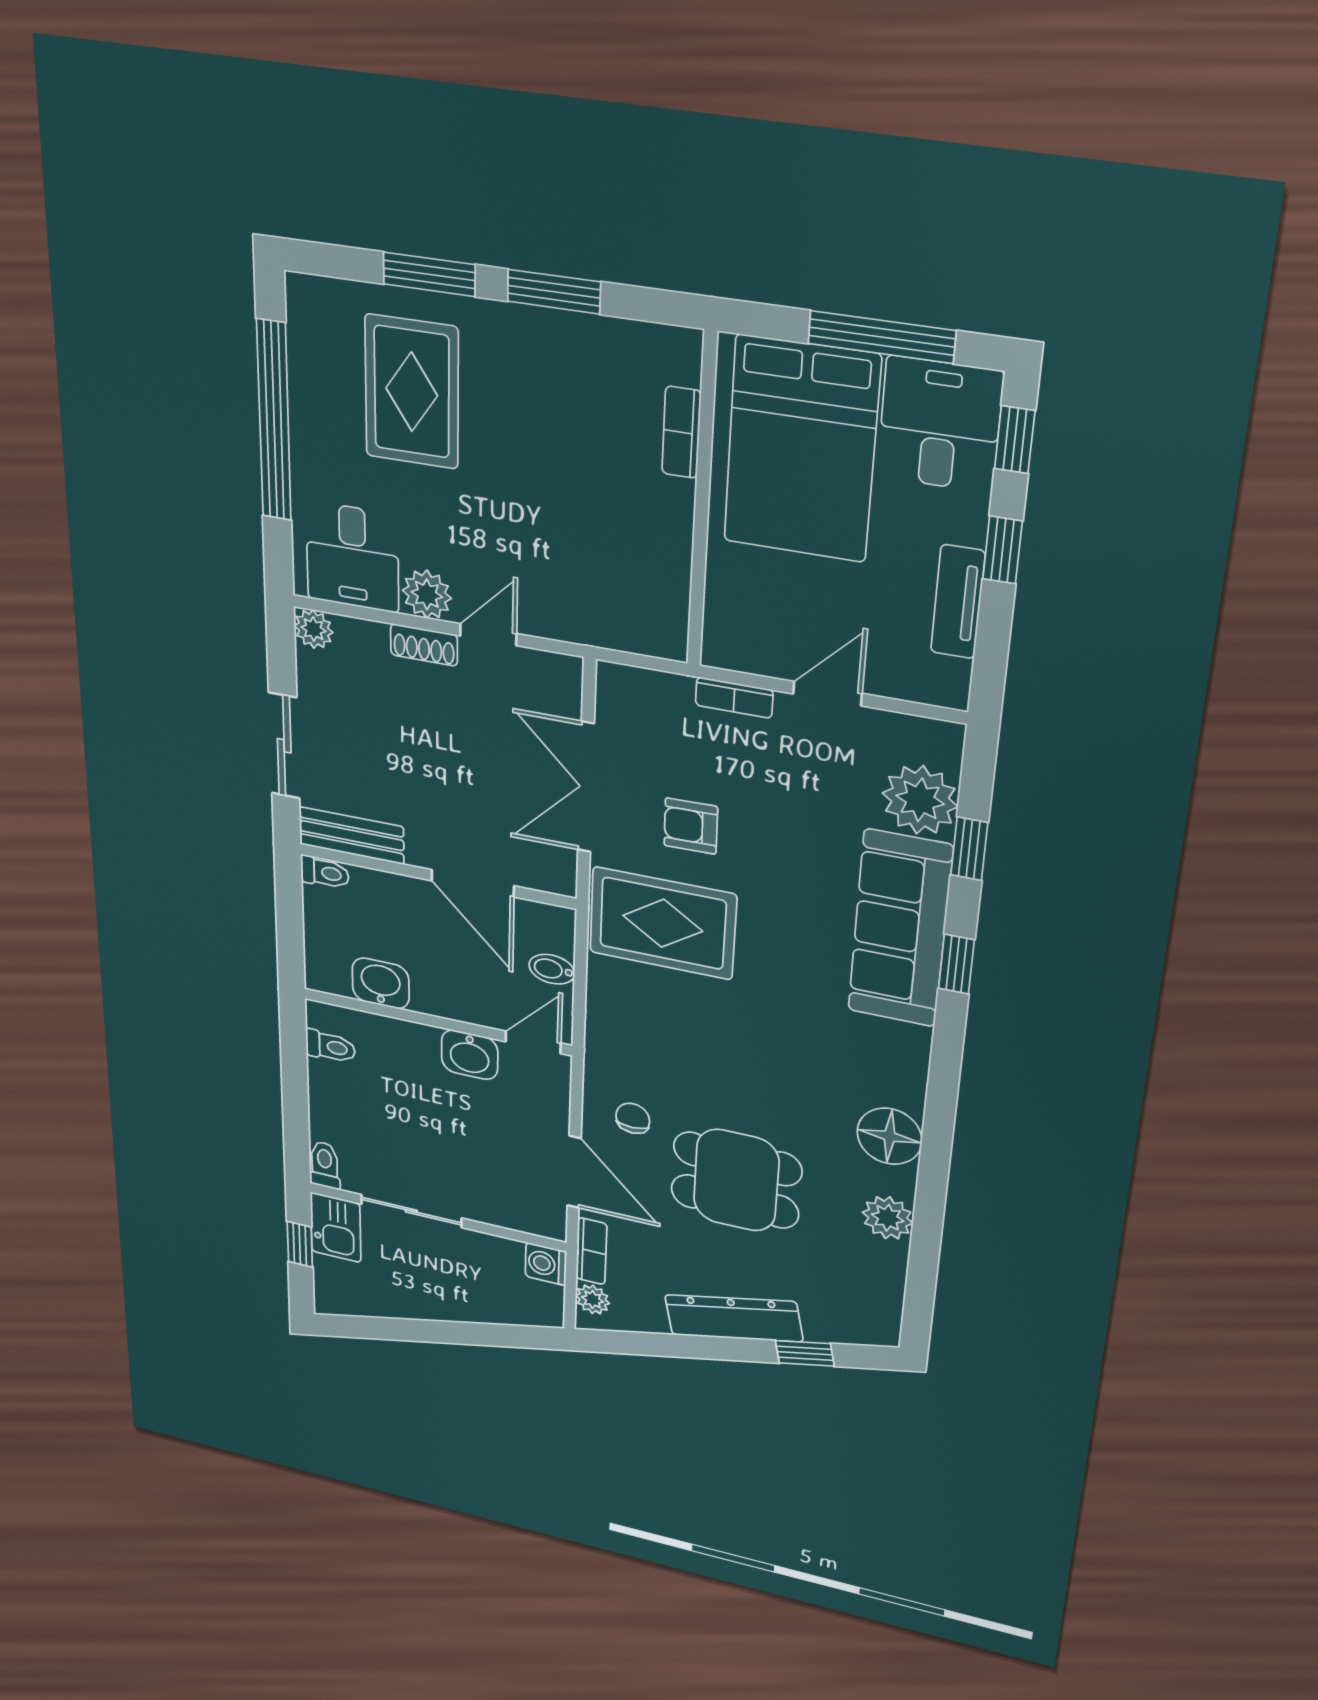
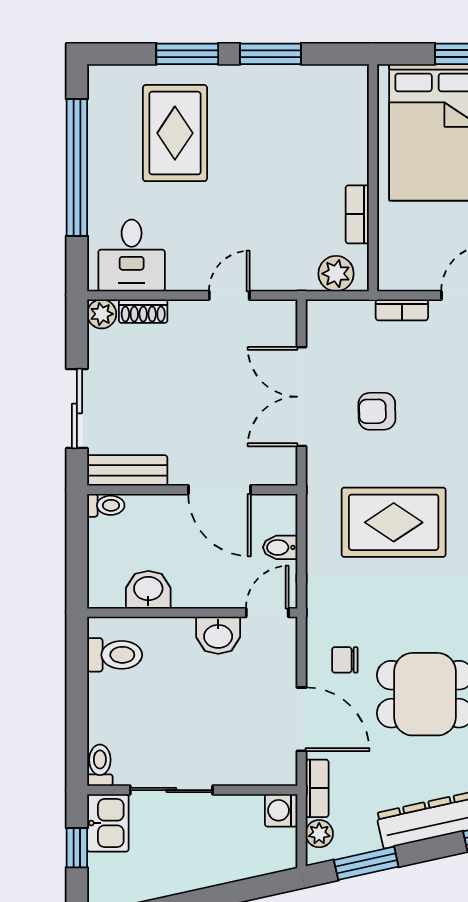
bookcase: (681, 432) -> (357, 214), moved
plant: (427, 594) -> (336, 274), moved
shoe rack: (424, 645) -> (143, 311), moved
rug: (663, 923) -> (394, 522), moved
toilet: (330, 1047) -> (115, 655), width x1.37, depth x1.39
chair: (633, 1118) -> (345, 660), turned -90
window: (650, 1344) -> (366, 863), added

